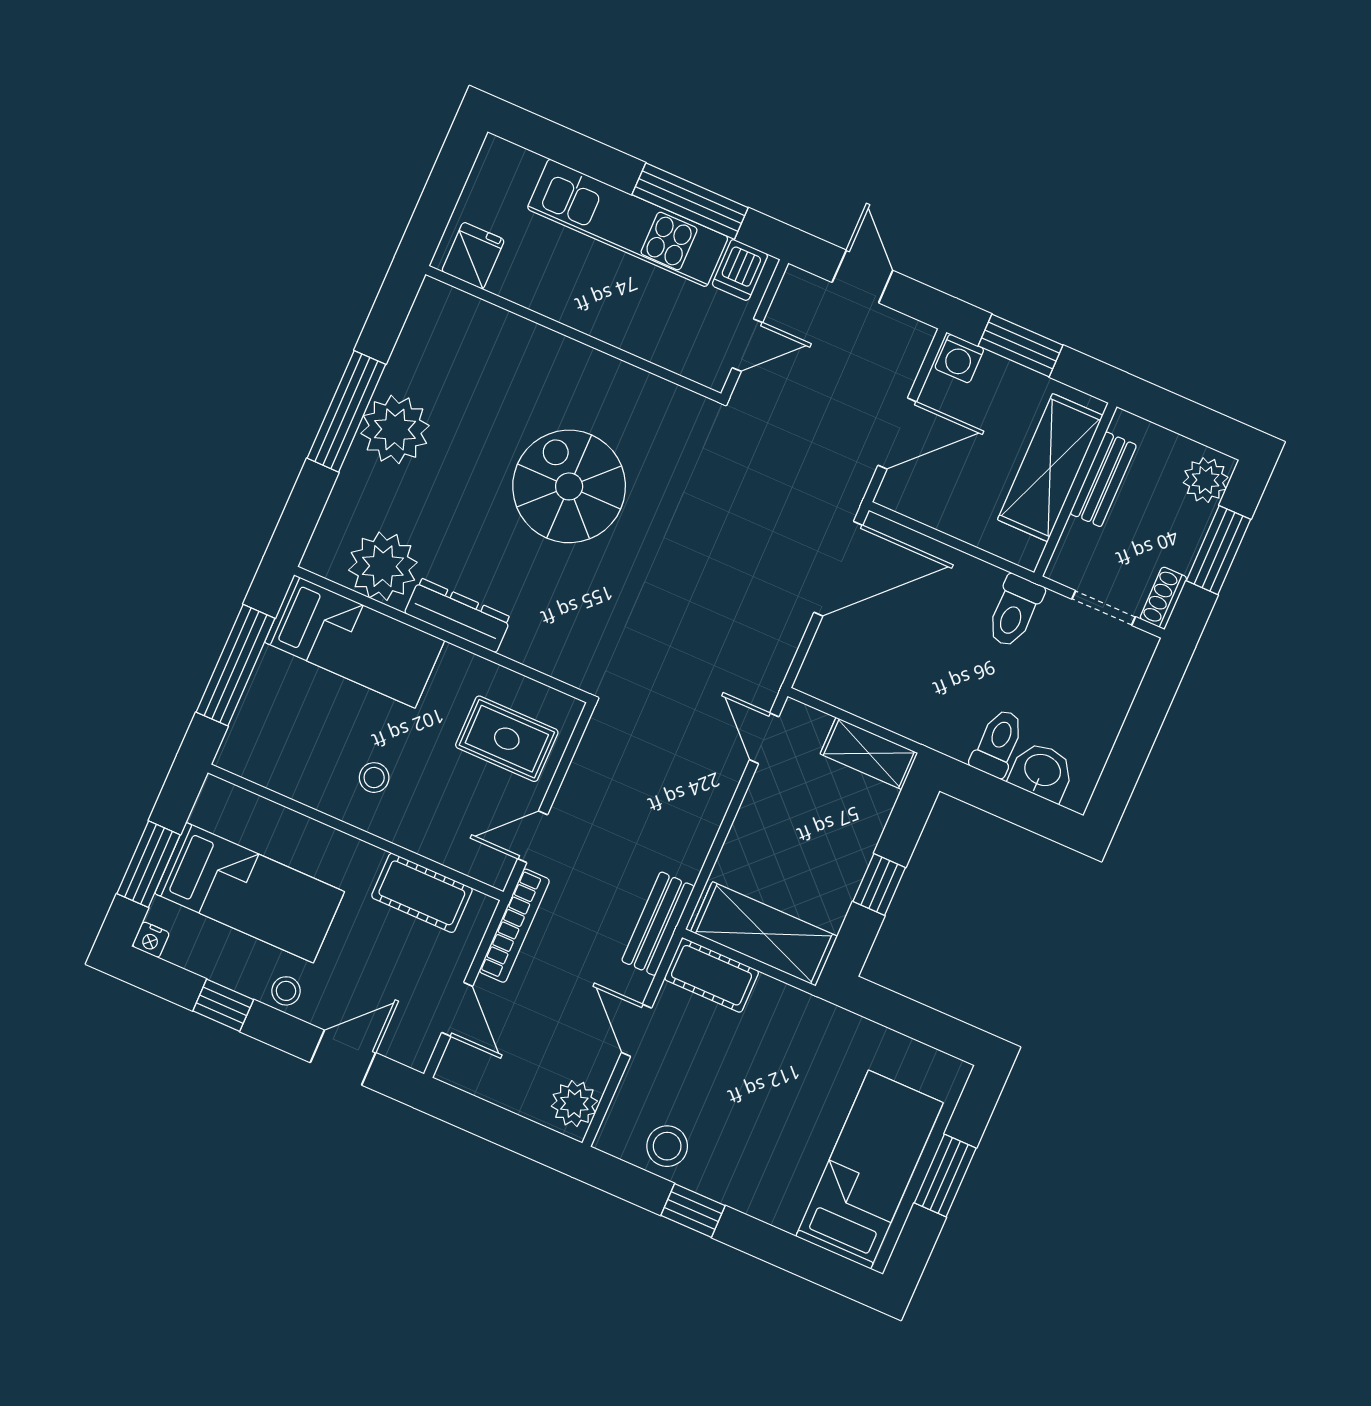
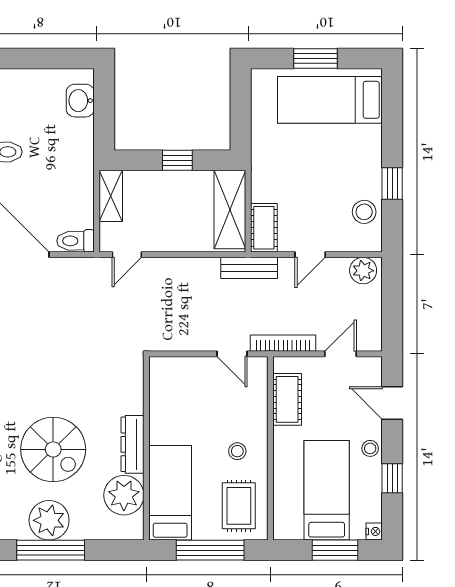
spiral stairs: (569, 486) -> (53, 449), moved, turned -90
rug: (507, 739) -> (239, 506), moved
toilet: (998, 743) -> (76, 241), moved

